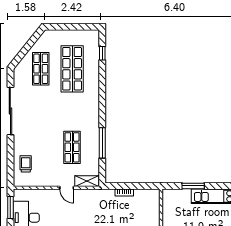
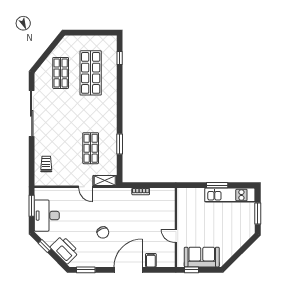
window: (102, 143) -> (120, 144), width x0.69
window: (193, 186) -> (217, 185), moved

